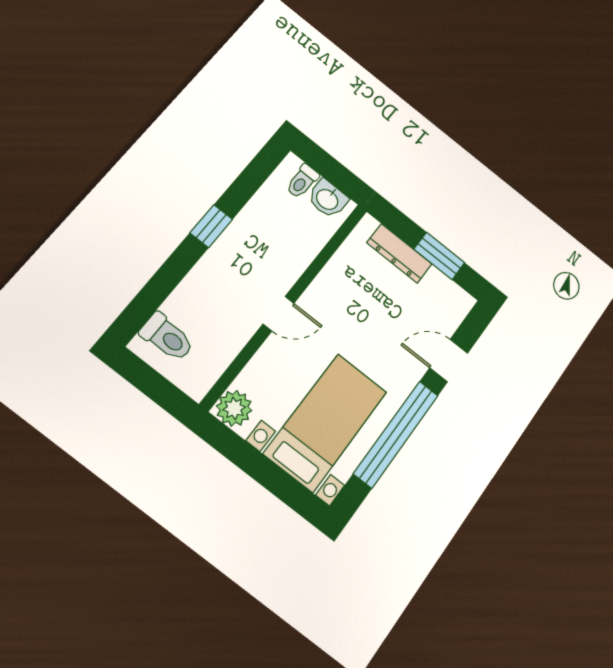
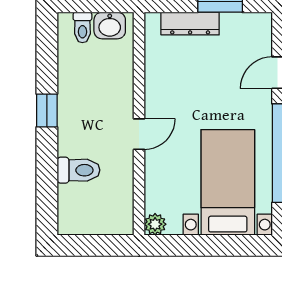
toilet: (167, 337) -> (78, 170), moved
plant: (234, 408) -> (155, 224), width x0.73, depth x0.73

